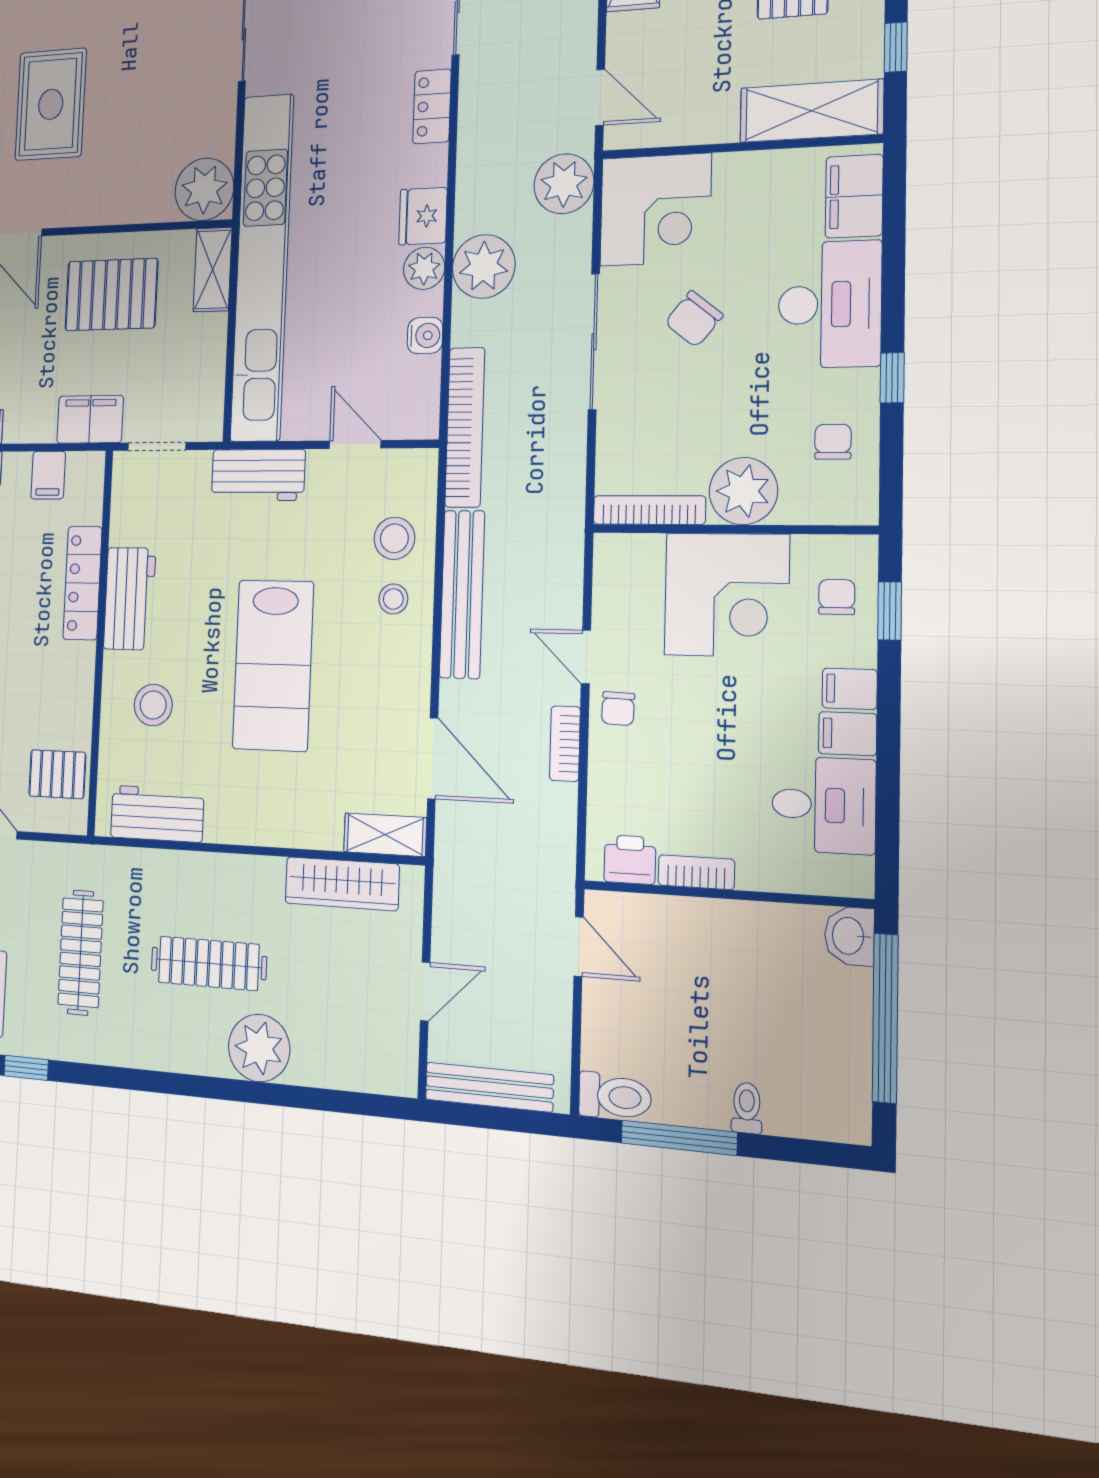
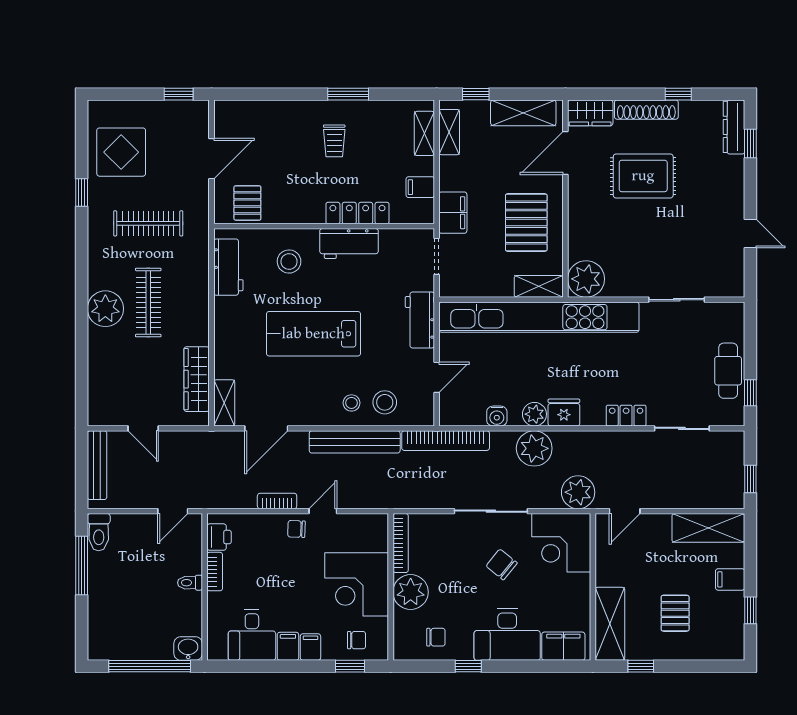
plant: (259, 1048) -> (105, 309), moved
toilet: (747, 1108) -> (190, 583), moved, turned 180

